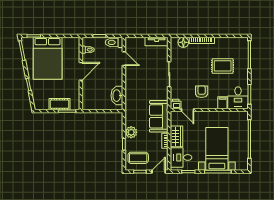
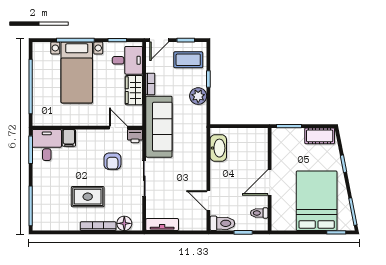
rug: (223, 66) -> (88, 197), moved
armchair: (202, 92) -> (112, 161), moved
cot: (60, 104) -> (320, 136), moved
sofa: (159, 116) -> (159, 127), width x1.36

